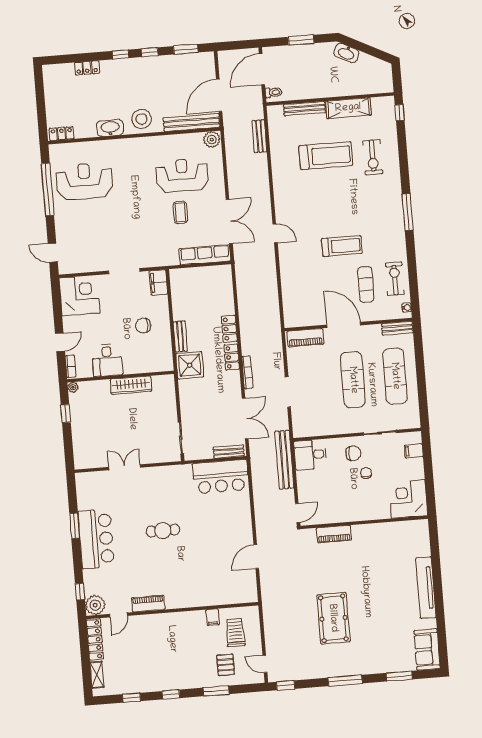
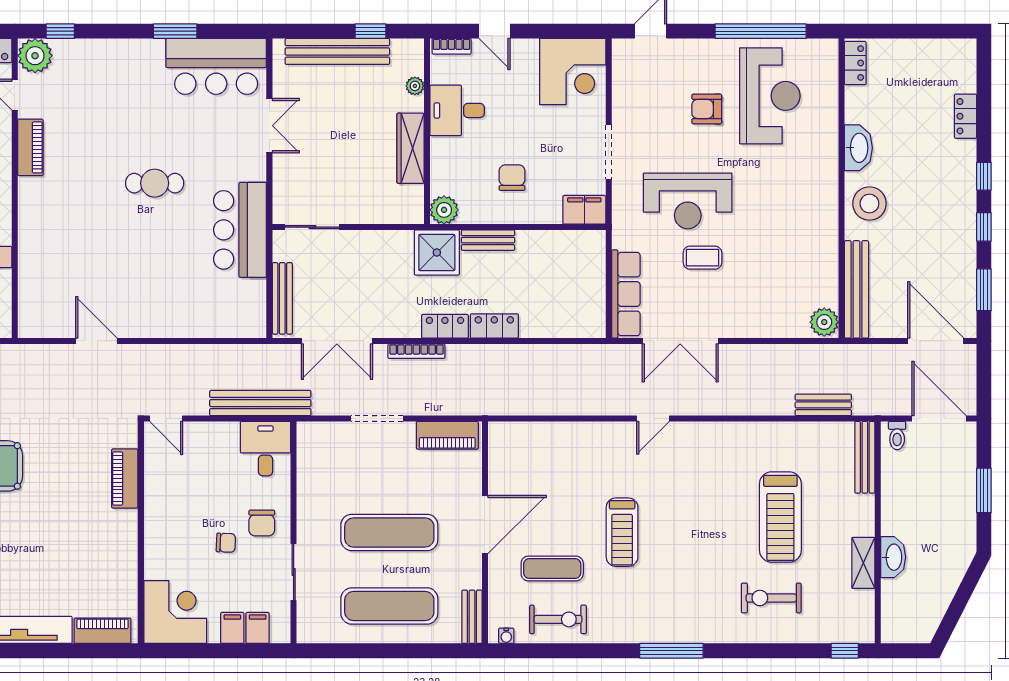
washbasin: (346, 53) -> (893, 557), moved, turned 153
door: (219, 95) -> (936, 341), moved
shelving: (348, 108) -> (863, 563), width x0.67, depth x0.75
bench: (304, 109) -> (865, 457), moved
reception desk: (182, 175) -> (688, 201), moved, turned 90
armchair: (95, 217) -> (707, 109), added
piano: (305, 338) -> (447, 435), moved, turned -90
plant: (165, 363) -> (444, 210), added
plant: (73, 387) -> (415, 86), moved
bench: (79, 432) -> (337, 51), added
bench: (229, 451) -> (282, 298), width x1.36
filing cabinet: (415, 465) -> (232, 628), added
bar counter: (221, 477) -> (240, 230), moved
cafe table: (163, 531) -> (155, 183), turned 90
bar counter: (96, 539) -> (216, 66), moved
piano: (422, 540) -> (102, 631), added

